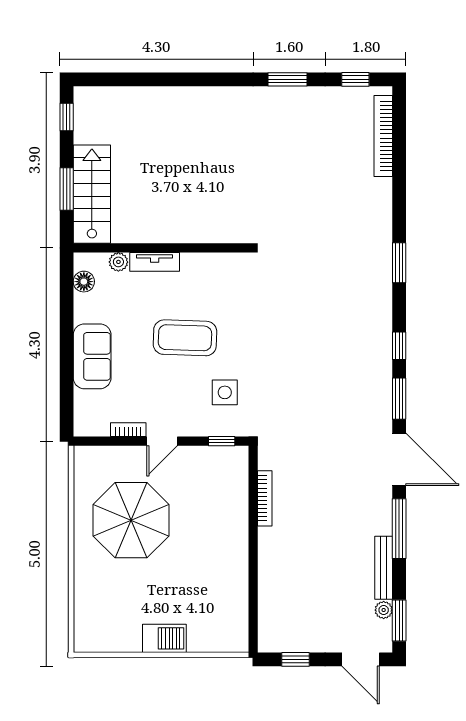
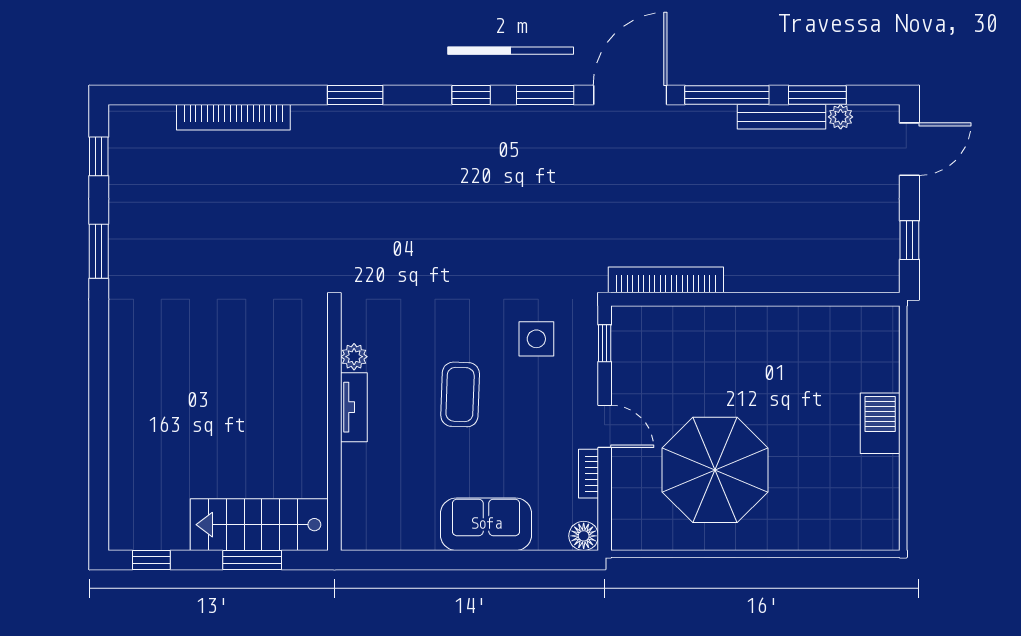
bookcase: (383, 136) -> (233, 117), moved
plant: (118, 262) -> (354, 357), moved
tv unit: (155, 262) -> (354, 407), moved
floor lamp: (84, 282) -> (584, 536), moved
coffee table: (185, 338) -> (460, 394), width x0.73, depth x0.76
bookcase: (265, 498) -> (666, 280), width x1.48, depth x1.31
window: (399, 621) -> (817, 95), moved

